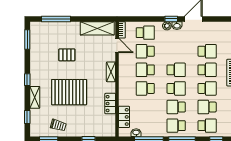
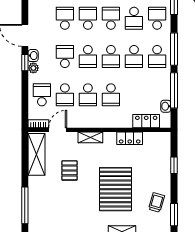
school desk: (176, 51) -> (65, 57), added
pallet: (67, 55) -> (70, 170), moved
school desk: (176, 70) -> (88, 57), turned 180
school desk: (176, 88) -> (111, 57), turned 180

